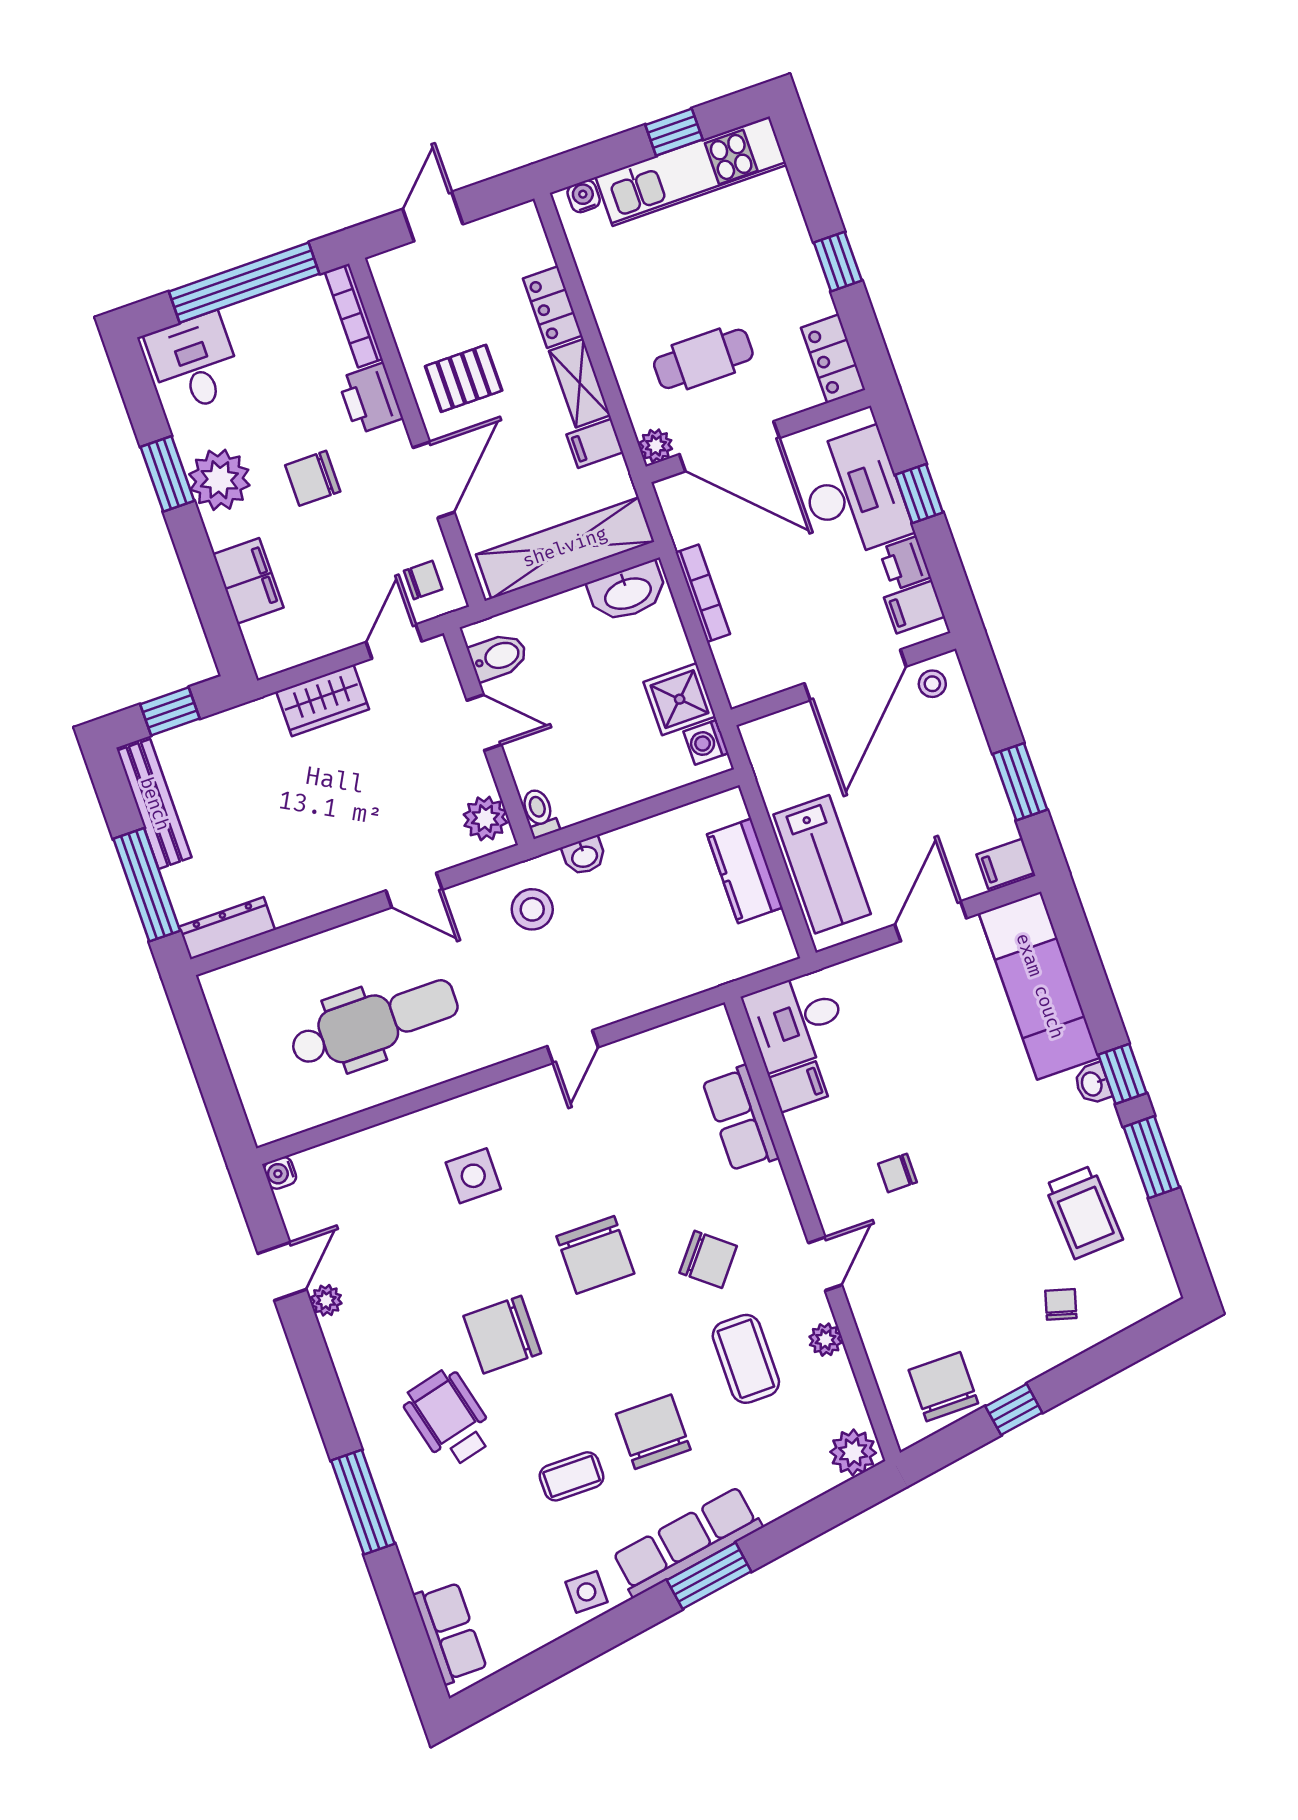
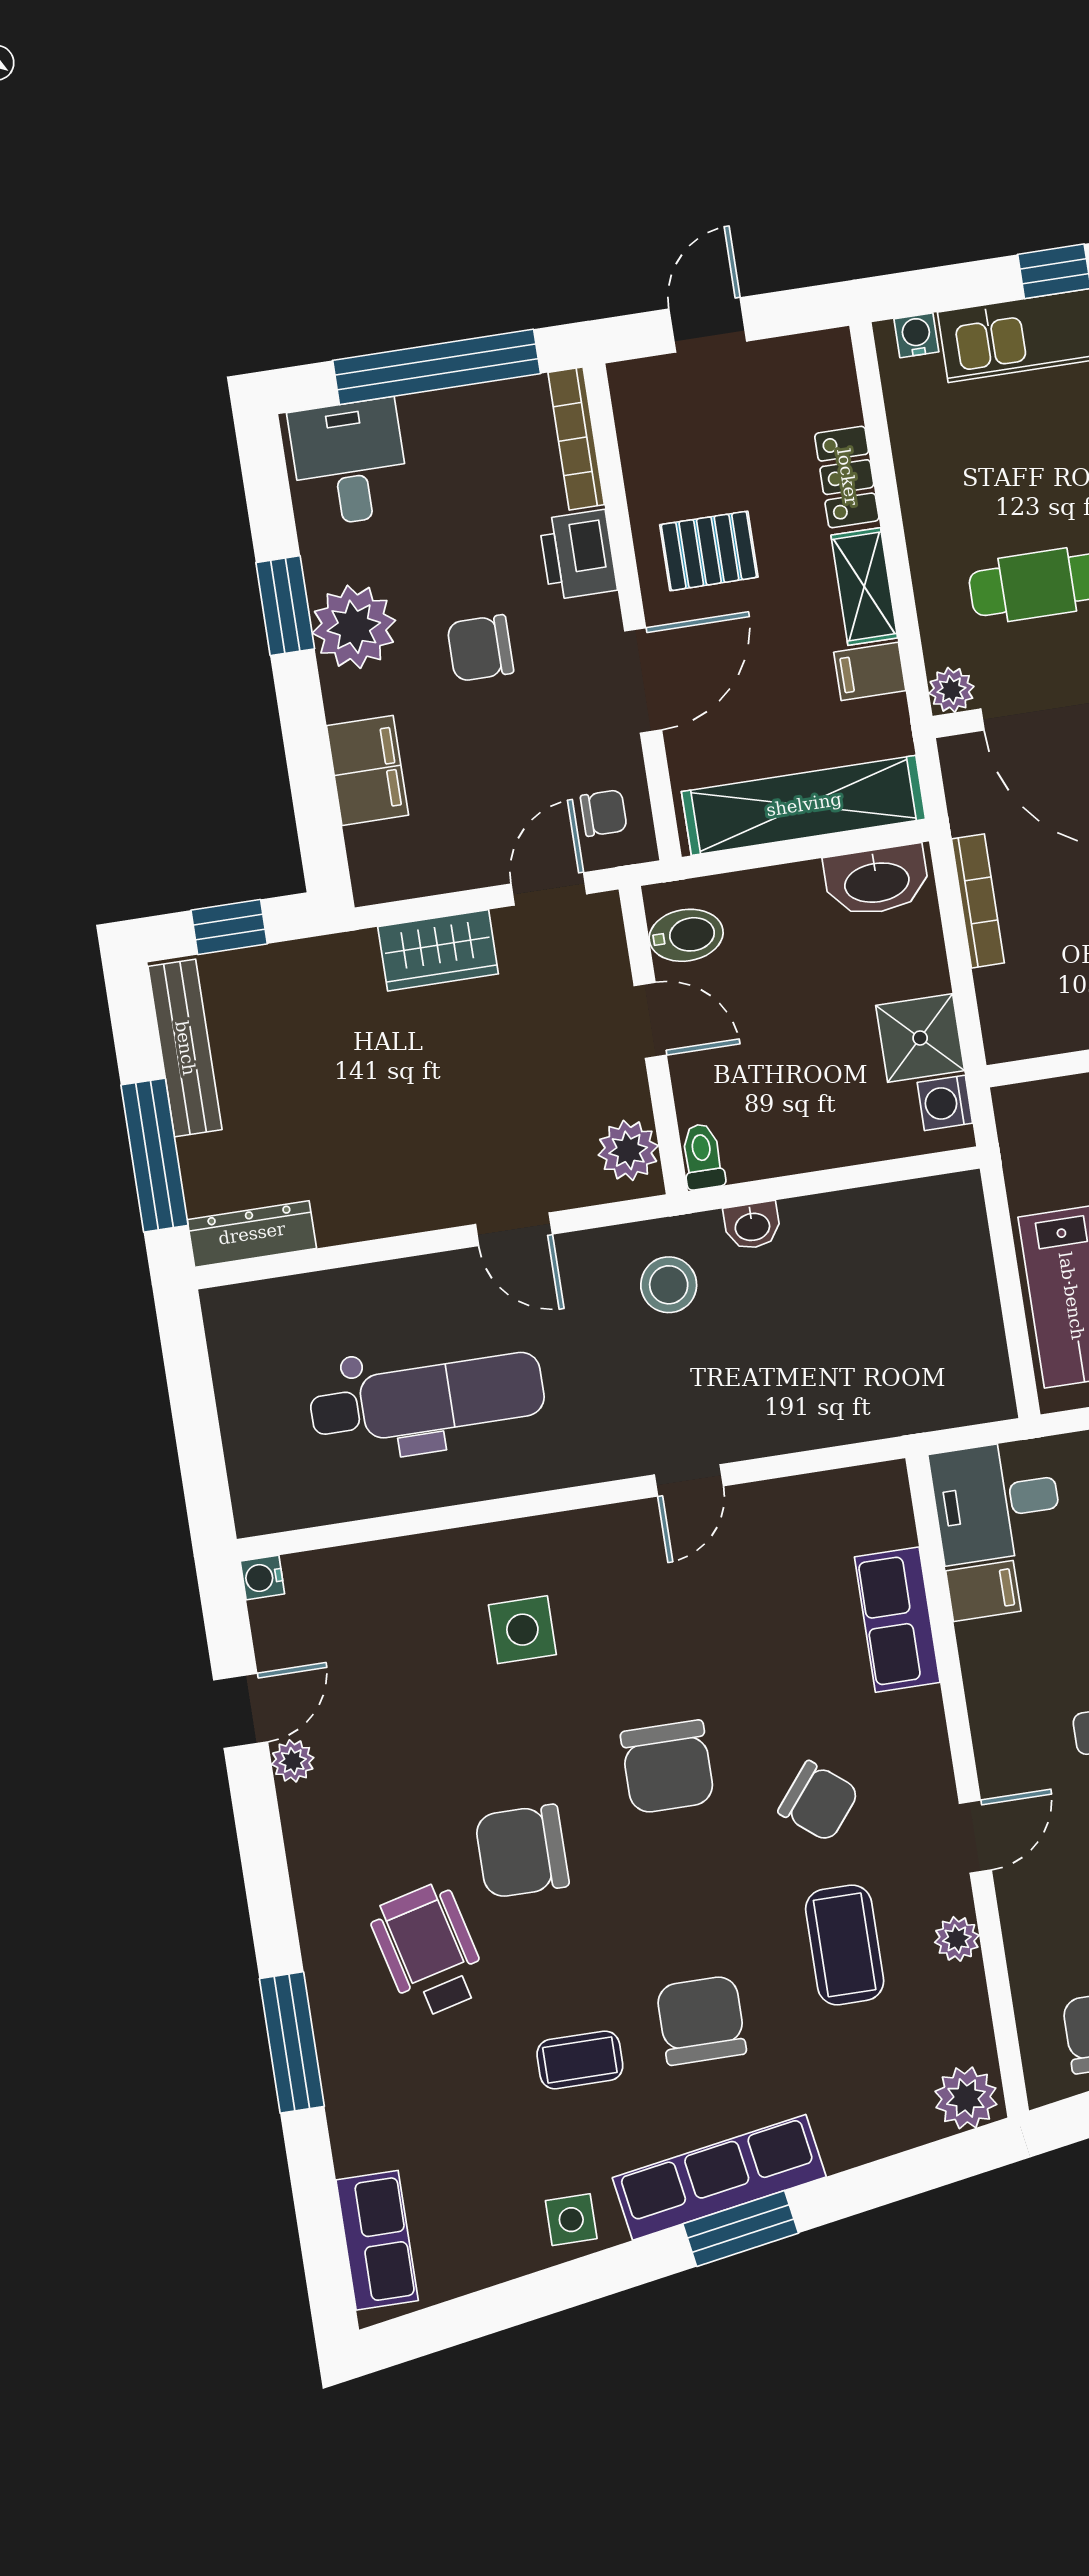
kitchen counter: (745, 871) -> (965, 1286), removed

